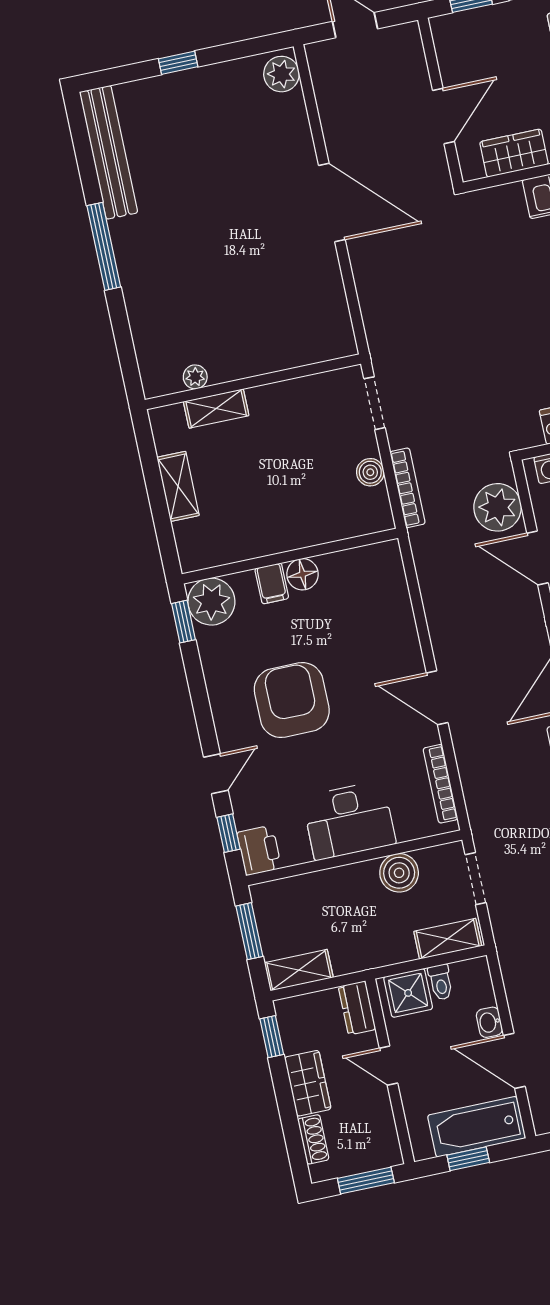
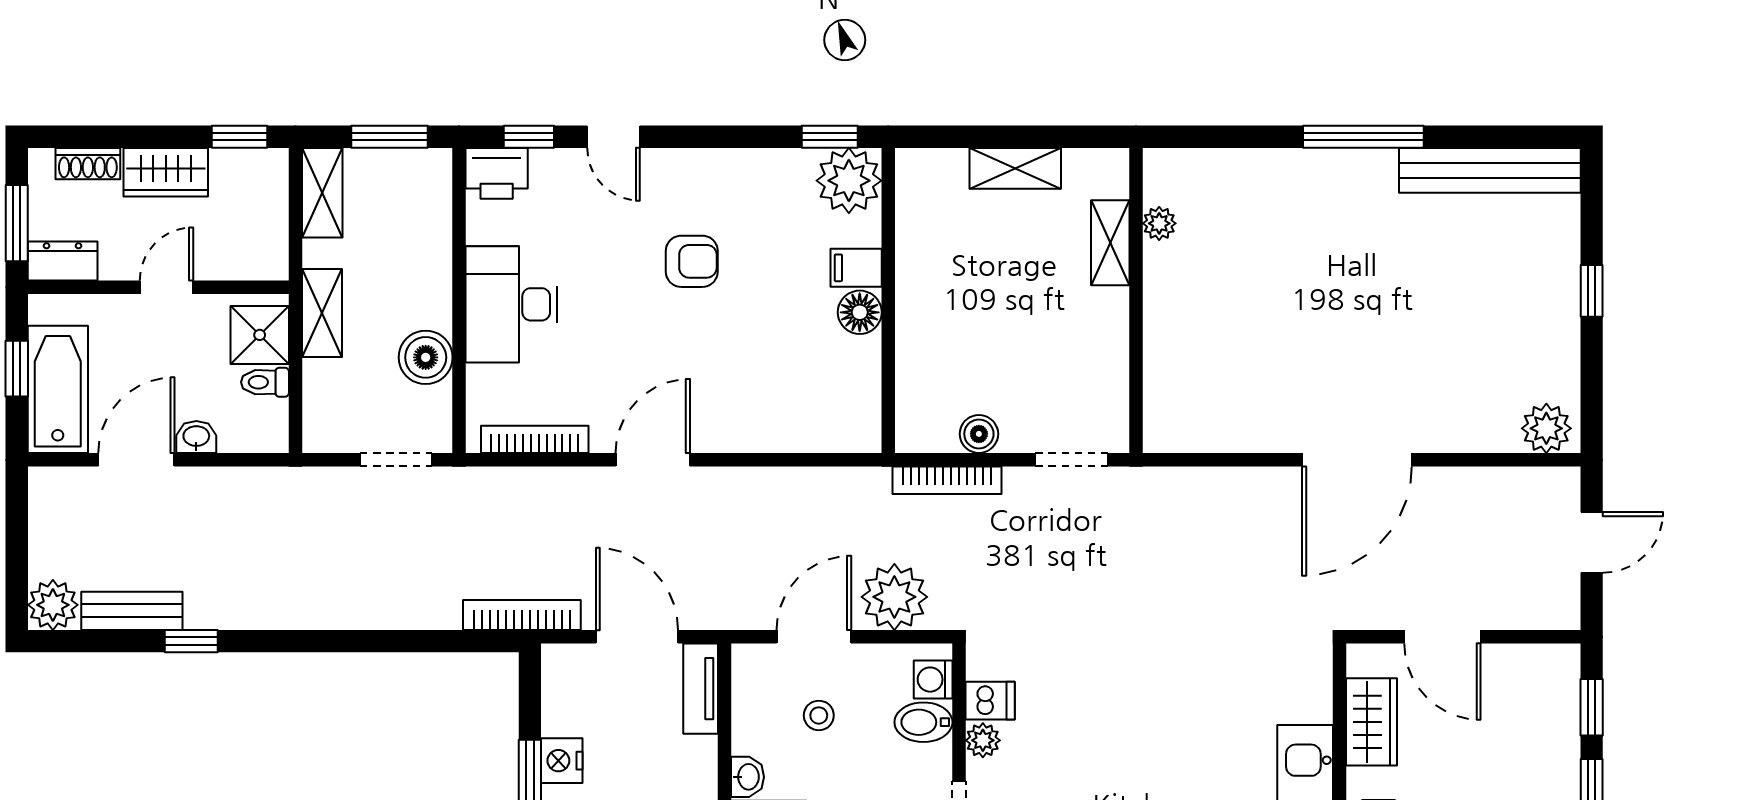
armchair: (292, 700) -> (692, 261), width x0.53, depth x0.53
shelving: (448, 939) -> (322, 313), moved
dresser: (357, 1008) -> (63, 261), moved

